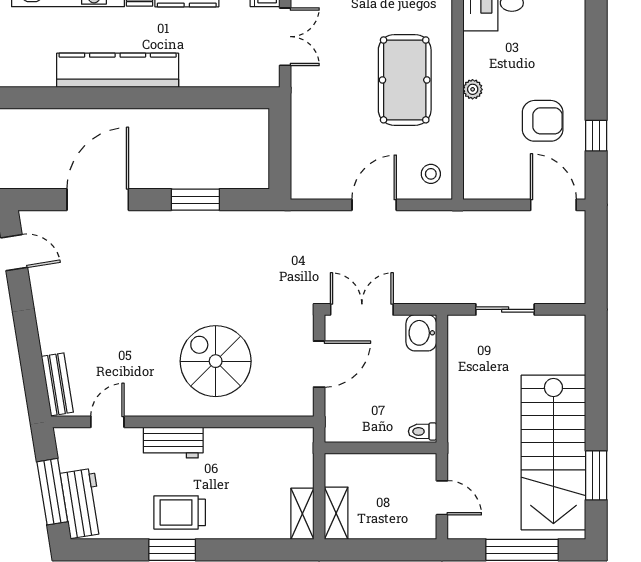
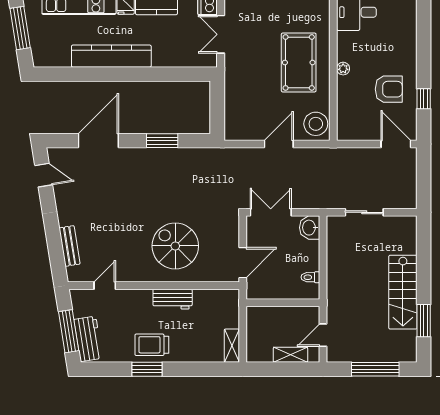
double door: (285, 37) -> (221, 34), swing flipped
stool: (431, 174) -> (316, 124), width x1.89, depth x1.89
door: (319, 364) -> (243, 263), moved
bench: (57, 384) -> (70, 246), moved
toilet: (423, 431) -> (310, 277), moved
workbench: (173, 442) -> (173, 299), moved
stairs: (553, 452) -> (403, 292), width x0.73, depth x0.66
door: (442, 498) -> (323, 335), swing flipped
shelving: (336, 513) -> (290, 355), moved, turned 90

